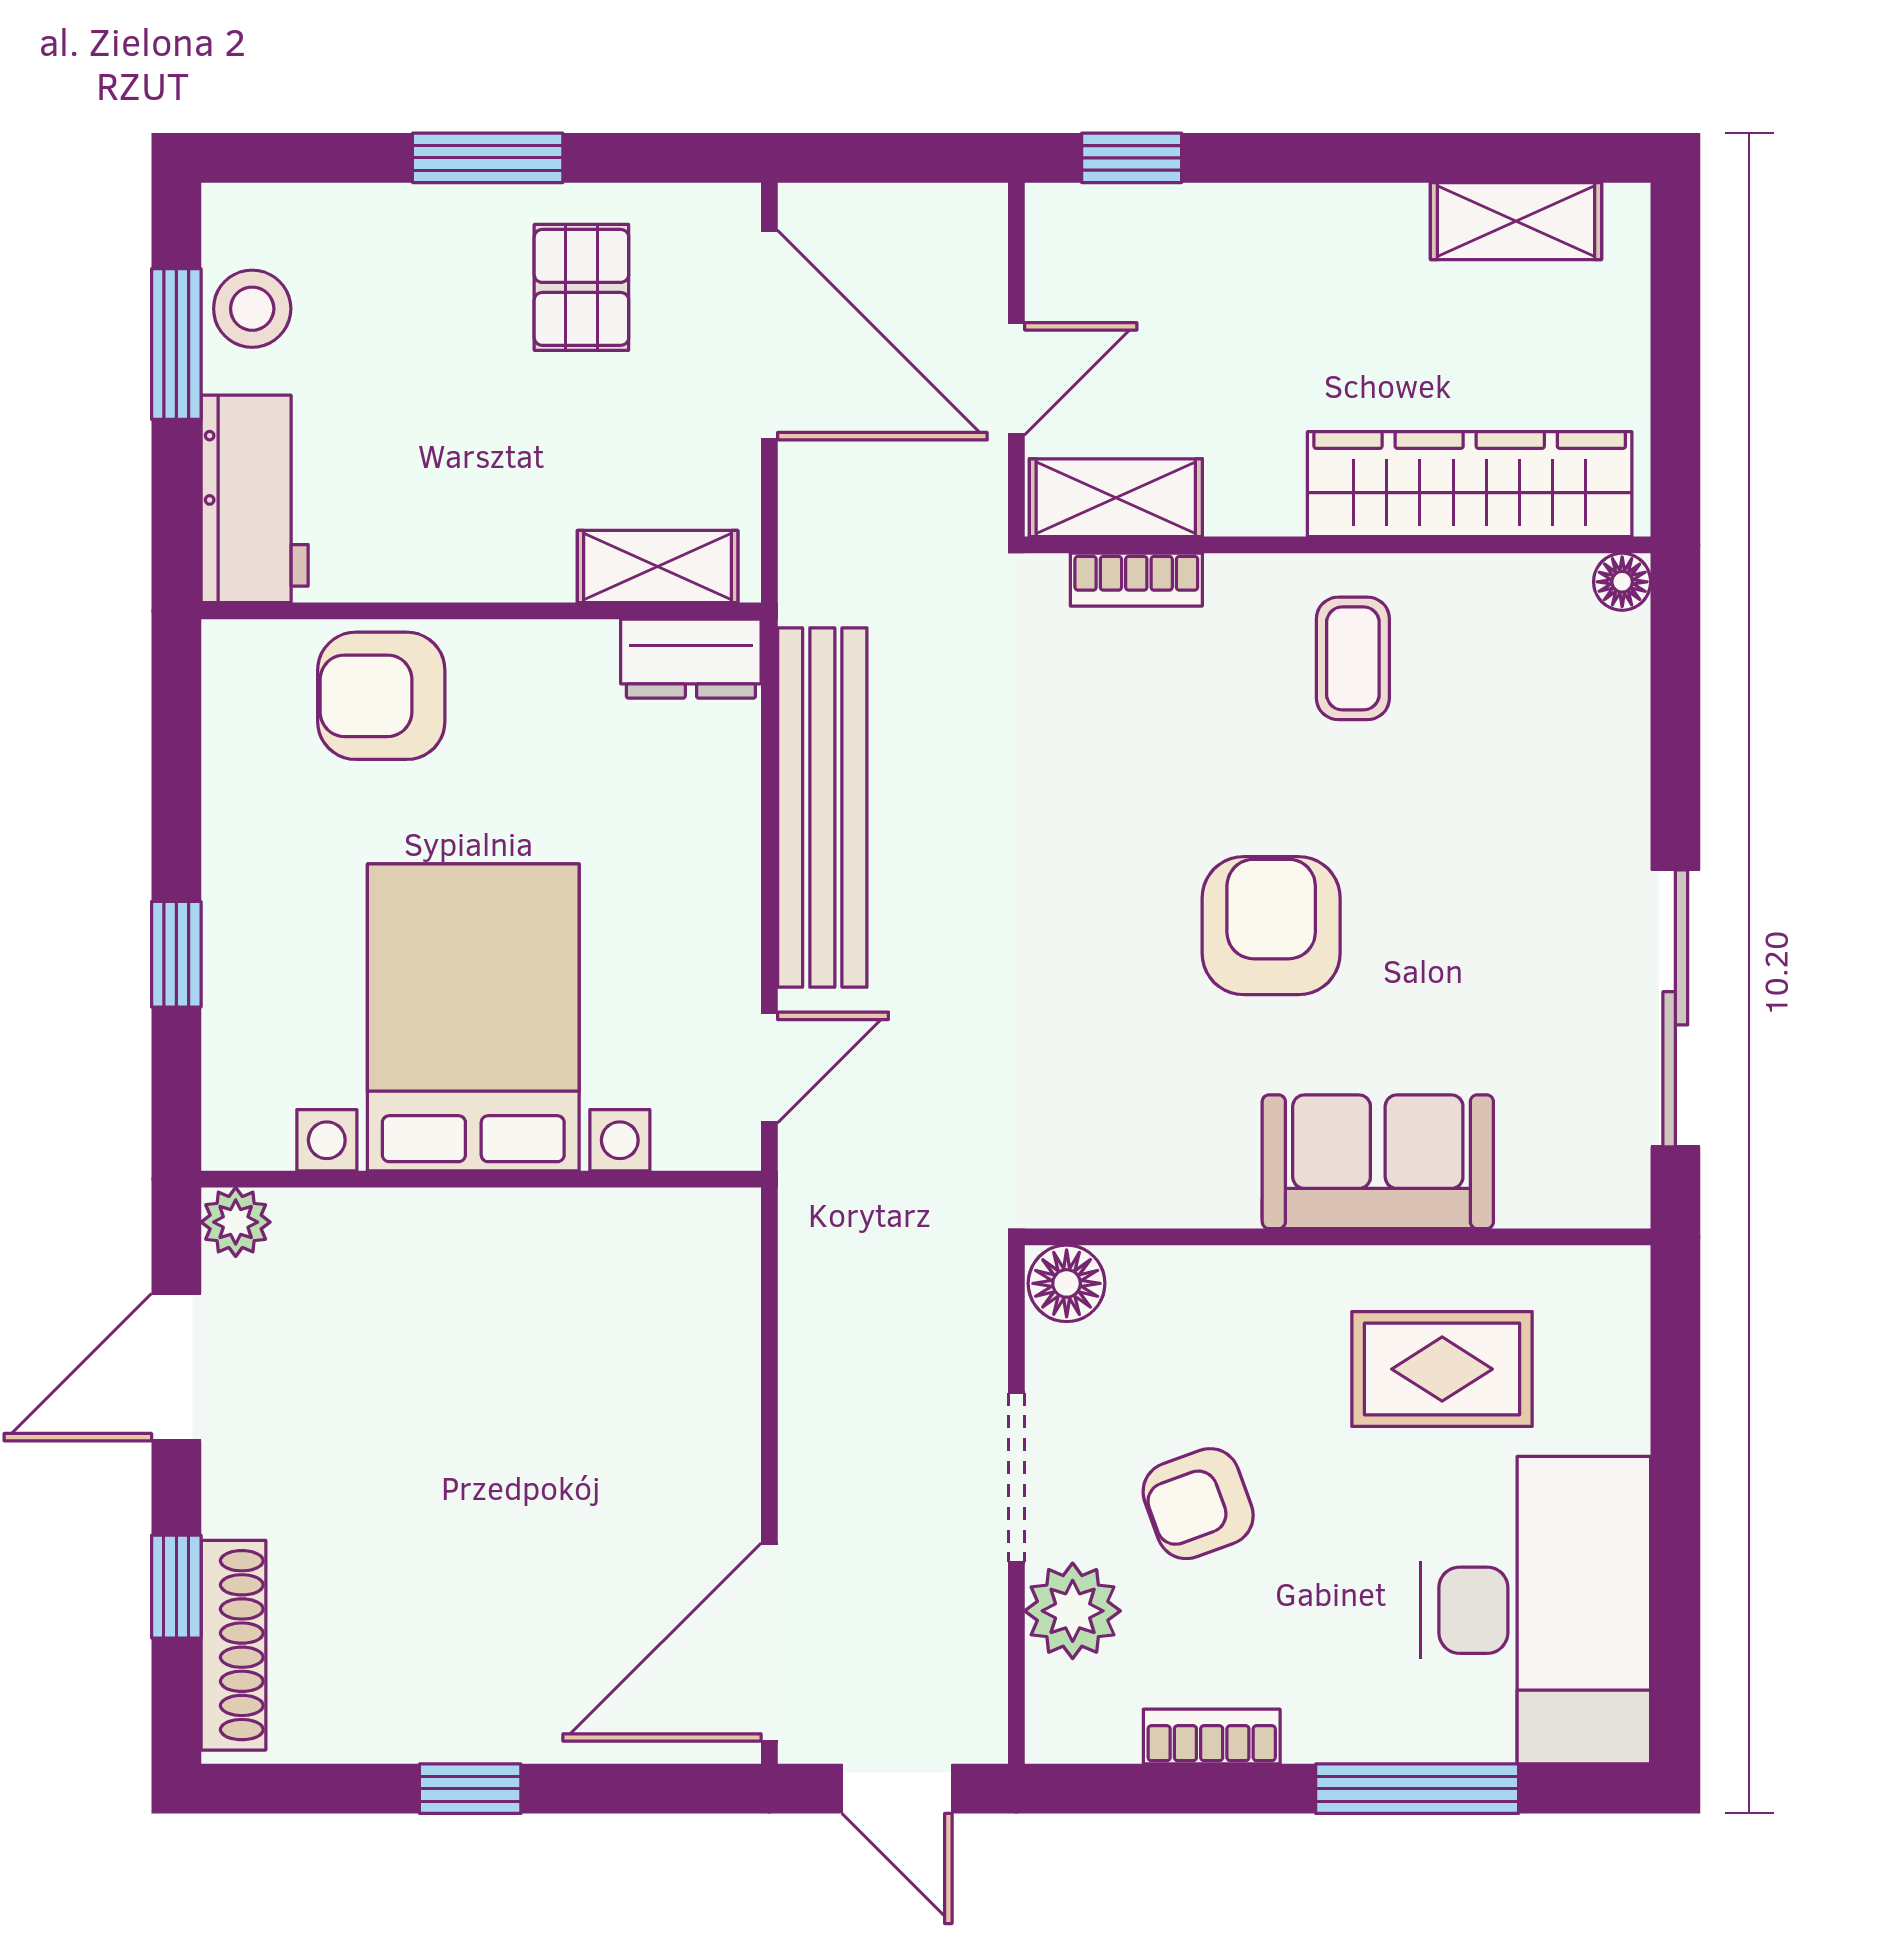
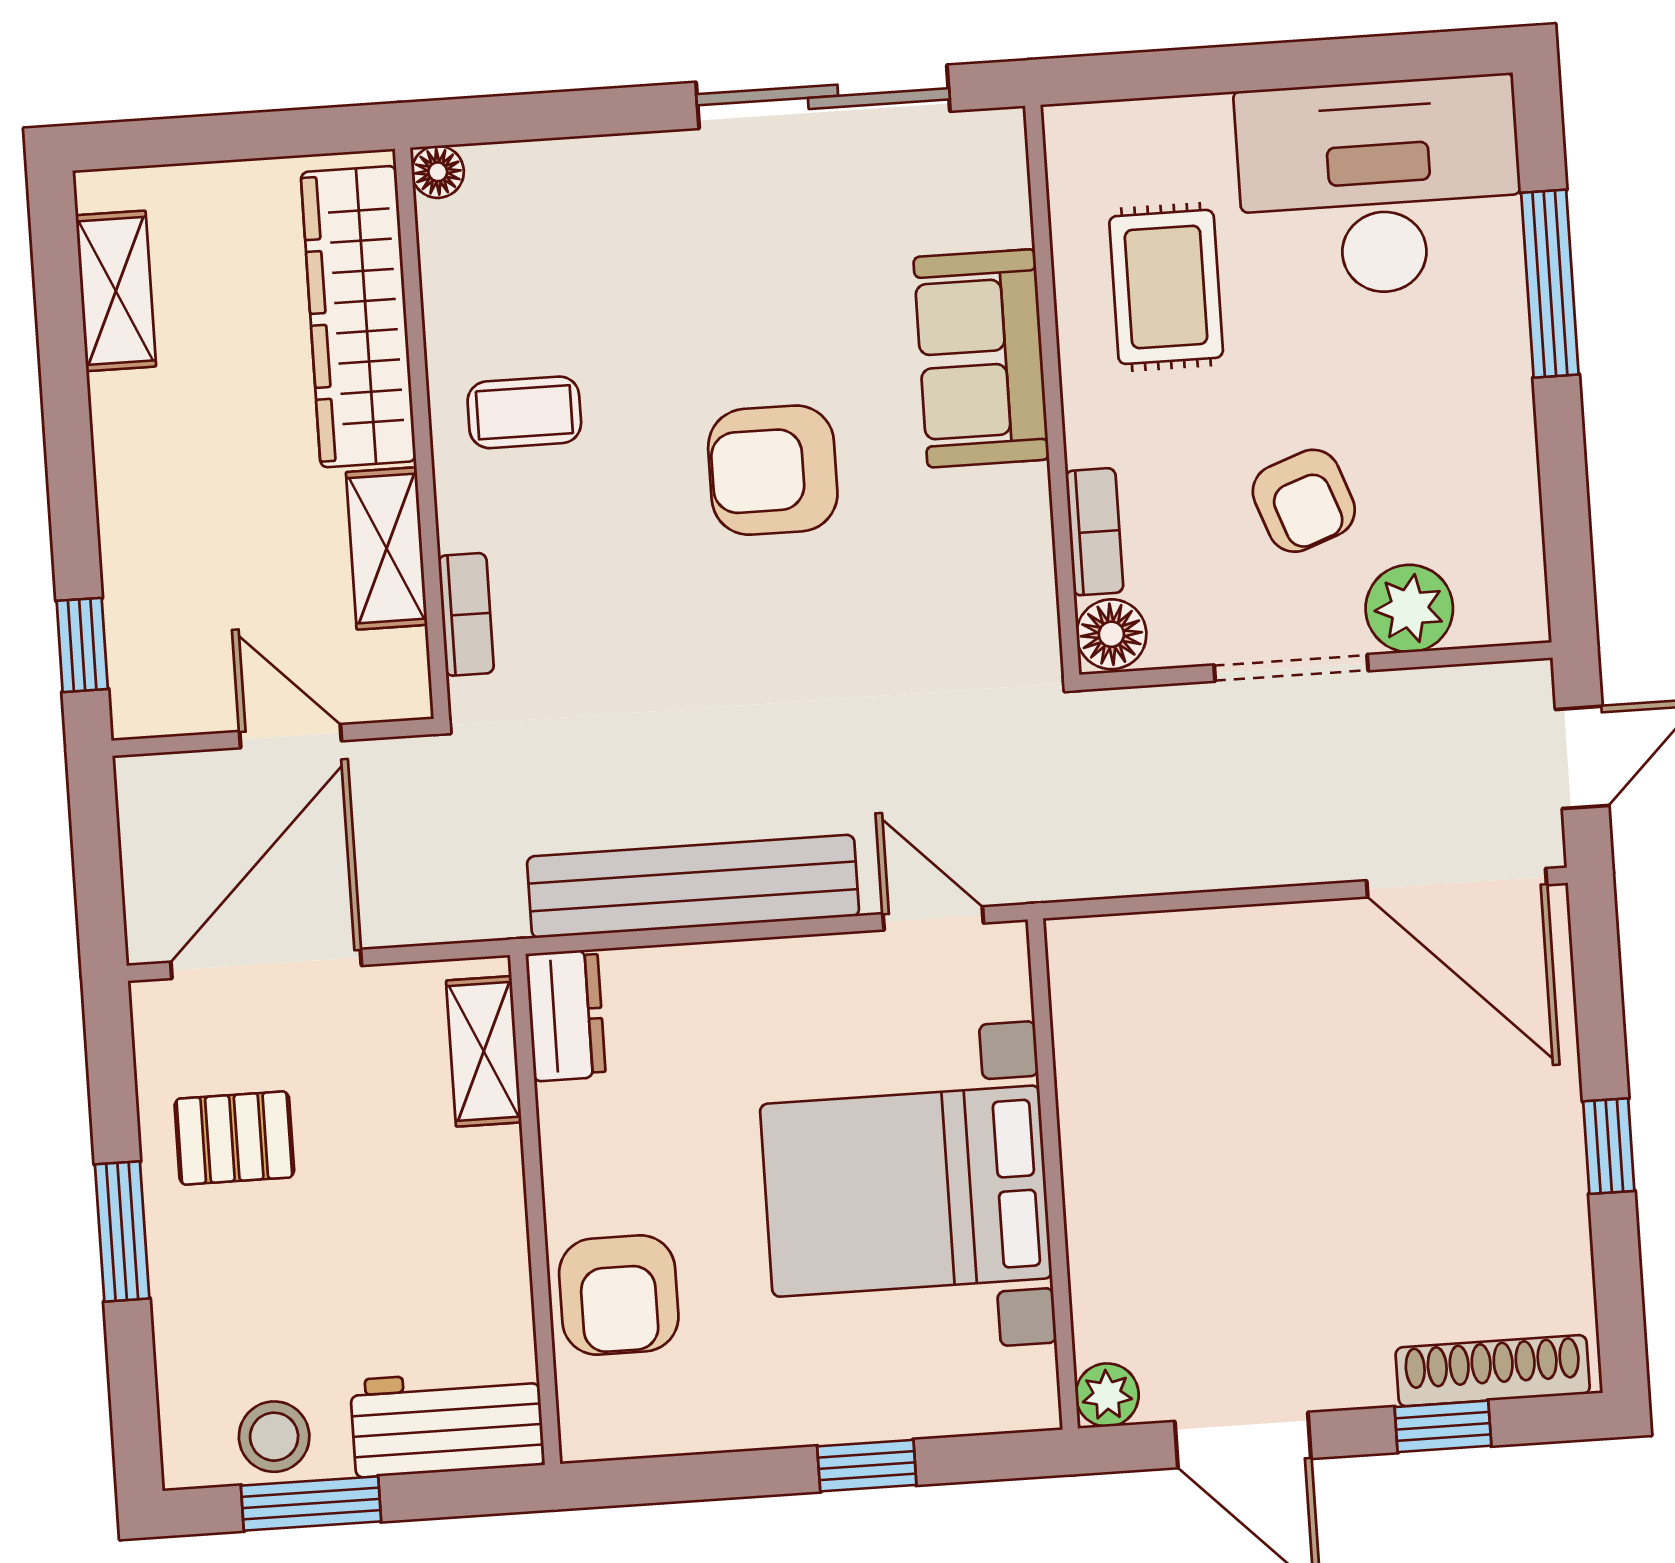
shelving: (1116, 498) -> (387, 548), moved
bookcase: (1212, 1737) -> (1094, 532), moved, turned 180

